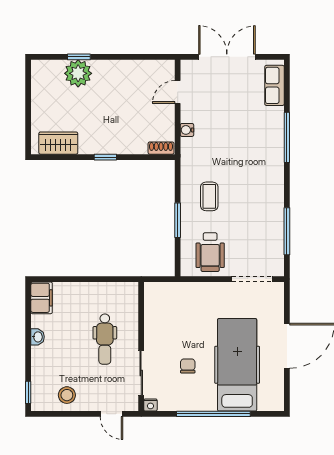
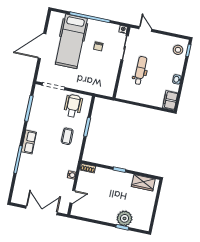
double door: (227, 57) -> (42, 210), swing flipped
row of seats: (275, 85) -> (29, 142), moved
stool: (67, 395) -> (178, 50), moved

